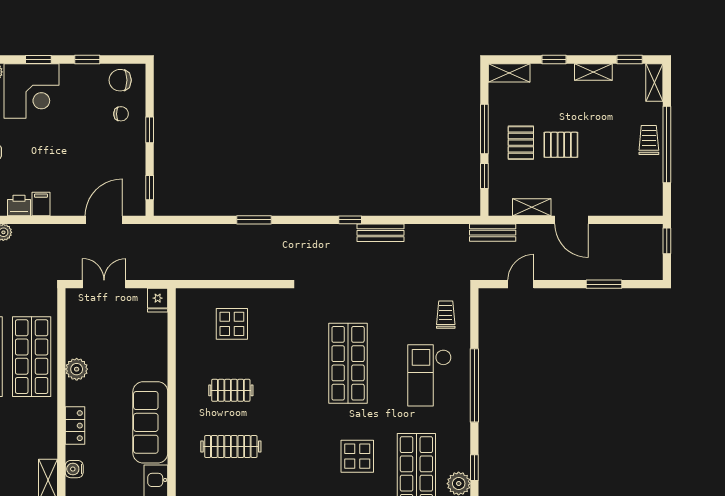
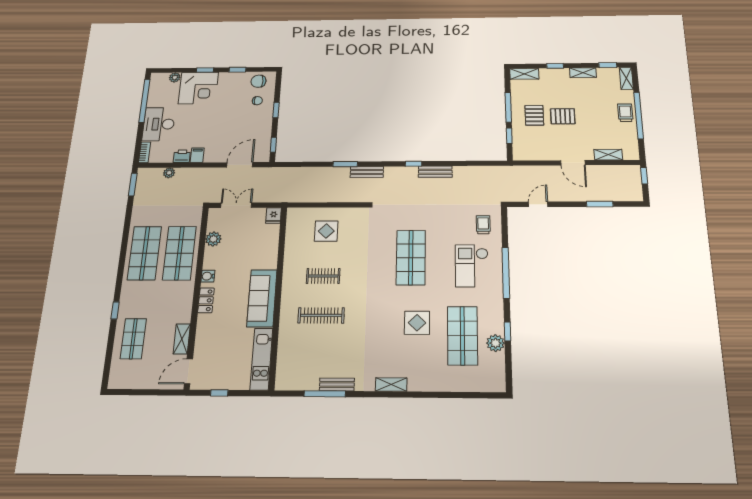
shelving: (532, 207) -> (608, 155), moved
bench: (493, 233) -> (367, 172), moved
plant: (77, 369) -> (213, 239), moved
water cooler: (74, 469) -> (208, 276), moved

